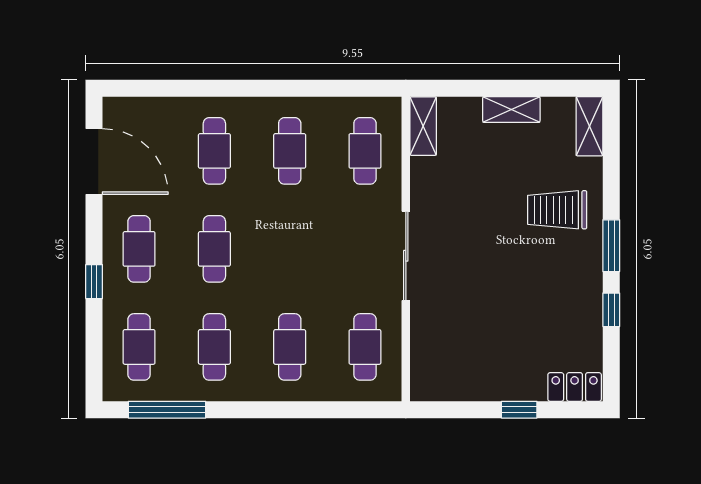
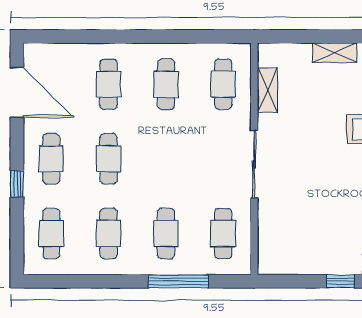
shelving: (423, 126) -> (267, 90), moved
window: (167, 410) -> (178, 281), moved

